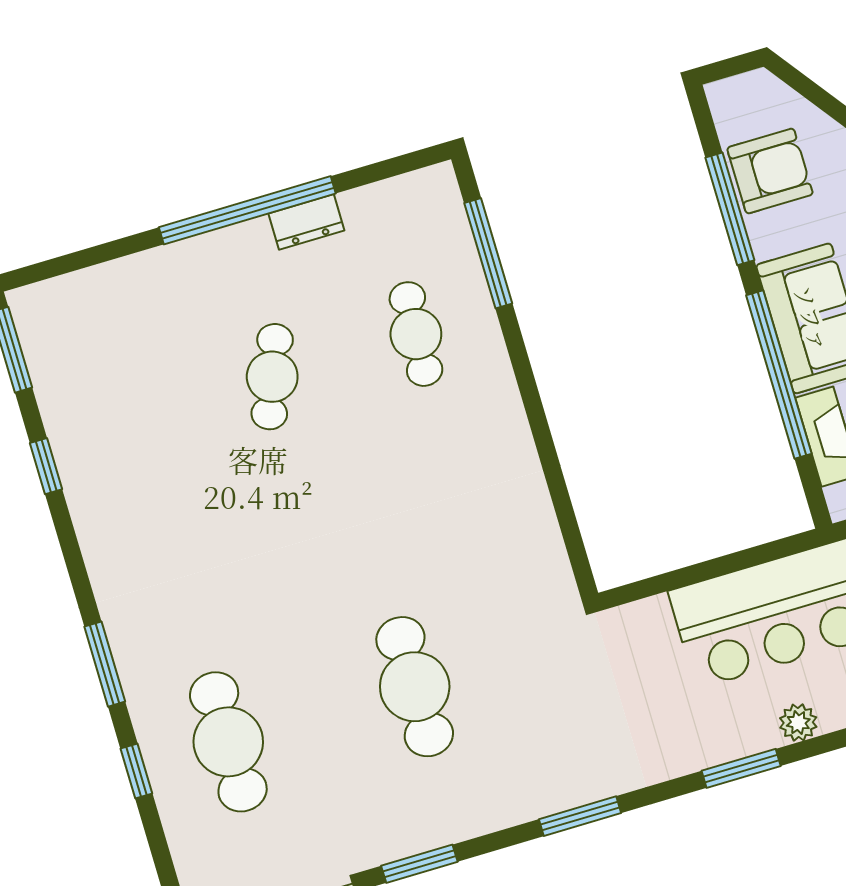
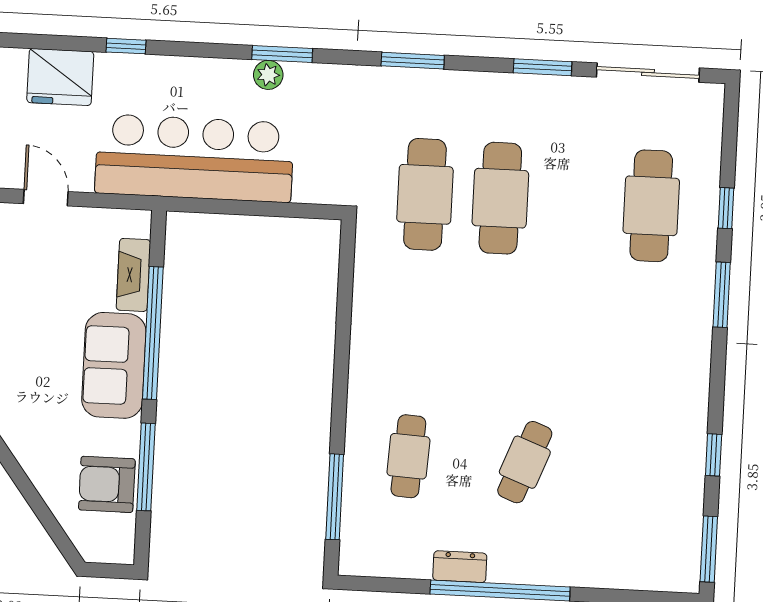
cafe table: (508, 659) -> (425, 194), added
plant: (798, 723) -> (268, 75), moved

